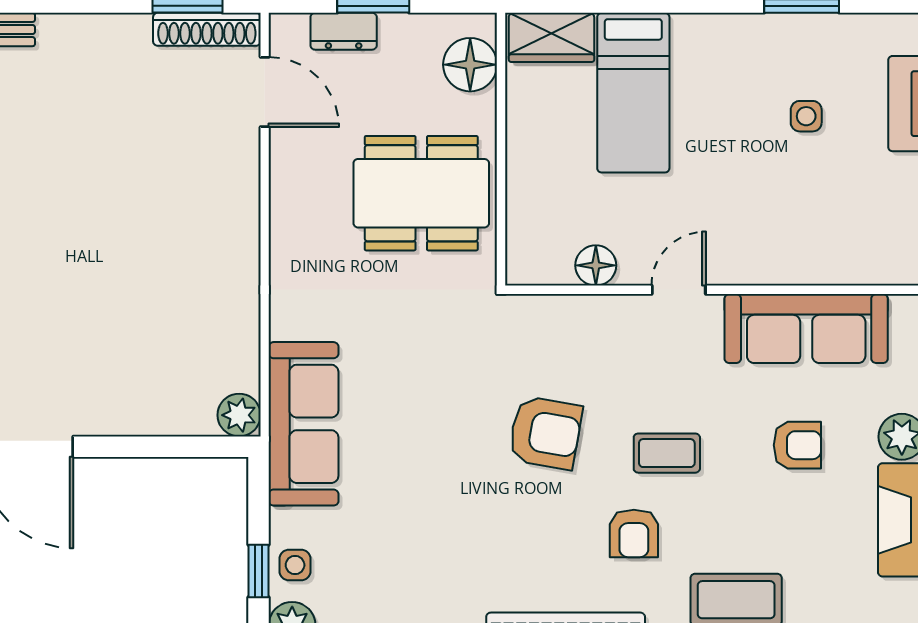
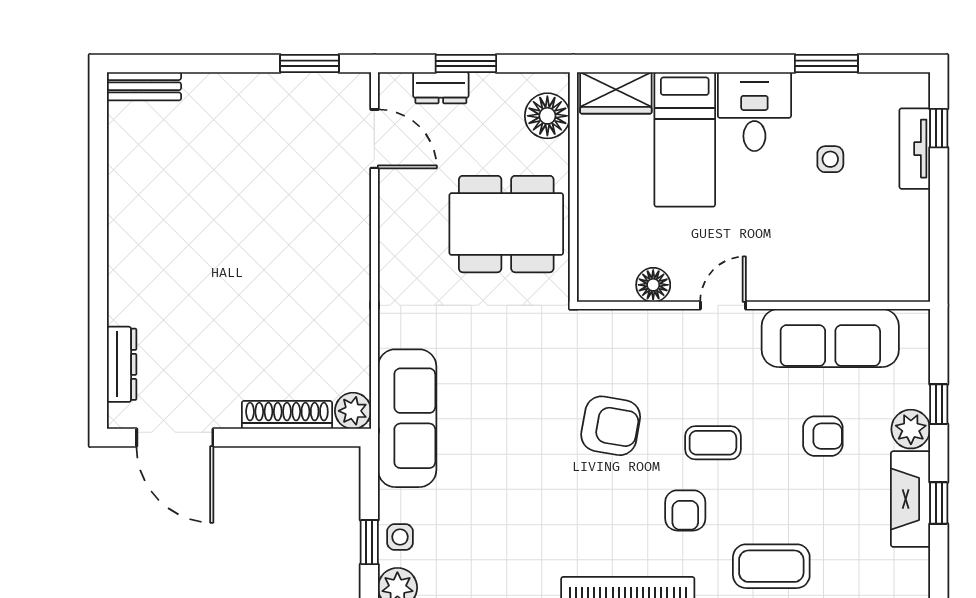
shoe rack: (207, 29) -> (287, 415), moved, turned 180
desk: (716, 60) -> (754, 112), added

